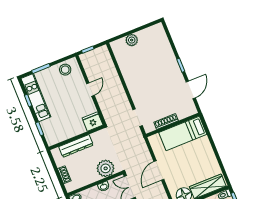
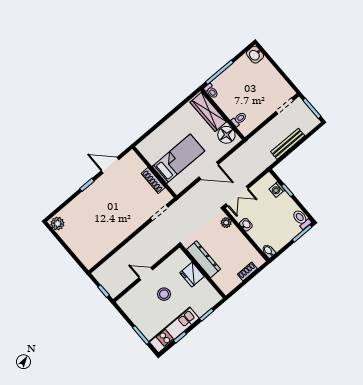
plant: (132, 40) -> (57, 224), moved
stool: (65, 70) -> (164, 294), moved
fridge: (93, 122) -> (192, 275), moved
bed: (183, 133) -> (178, 159), moved, turned -90
dresser: (76, 146) -> (204, 259), moved
plant: (106, 168) -> (226, 223), width x0.53, depth x0.53

